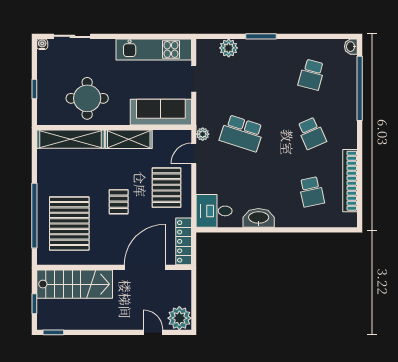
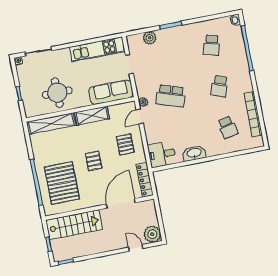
school desk: (312, 133) -> (220, 86), turned 45
pallet: (166, 188) -> (125, 144), width x0.67, depth x0.71

